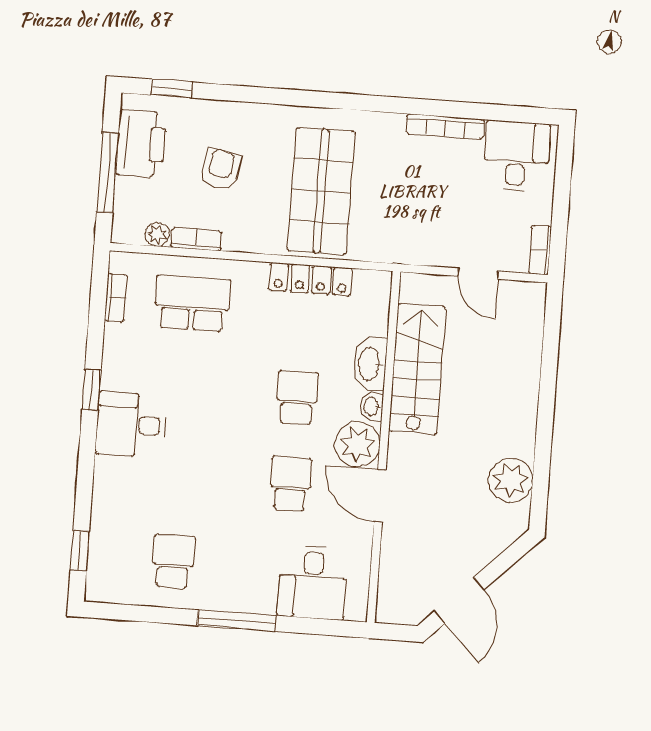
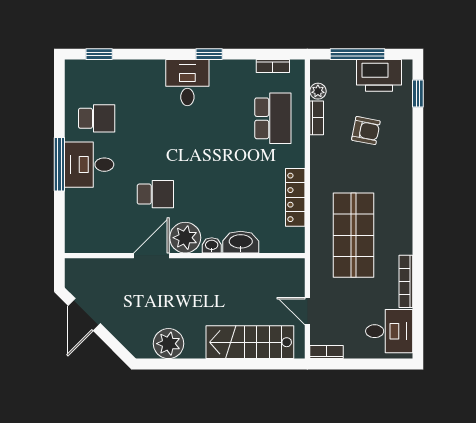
shop shelf: (321, 191) -> (353, 235), moved, turned 90
door: (478, 274) -> (307, 311), hinge flipped
stairs: (417, 369) -> (250, 342), moved, turned 180
school desk: (297, 397) -> (214, 194), removed
desk: (313, 582) -> (89, 165), moved
door: (459, 600) -> (84, 315), hinge flipped

